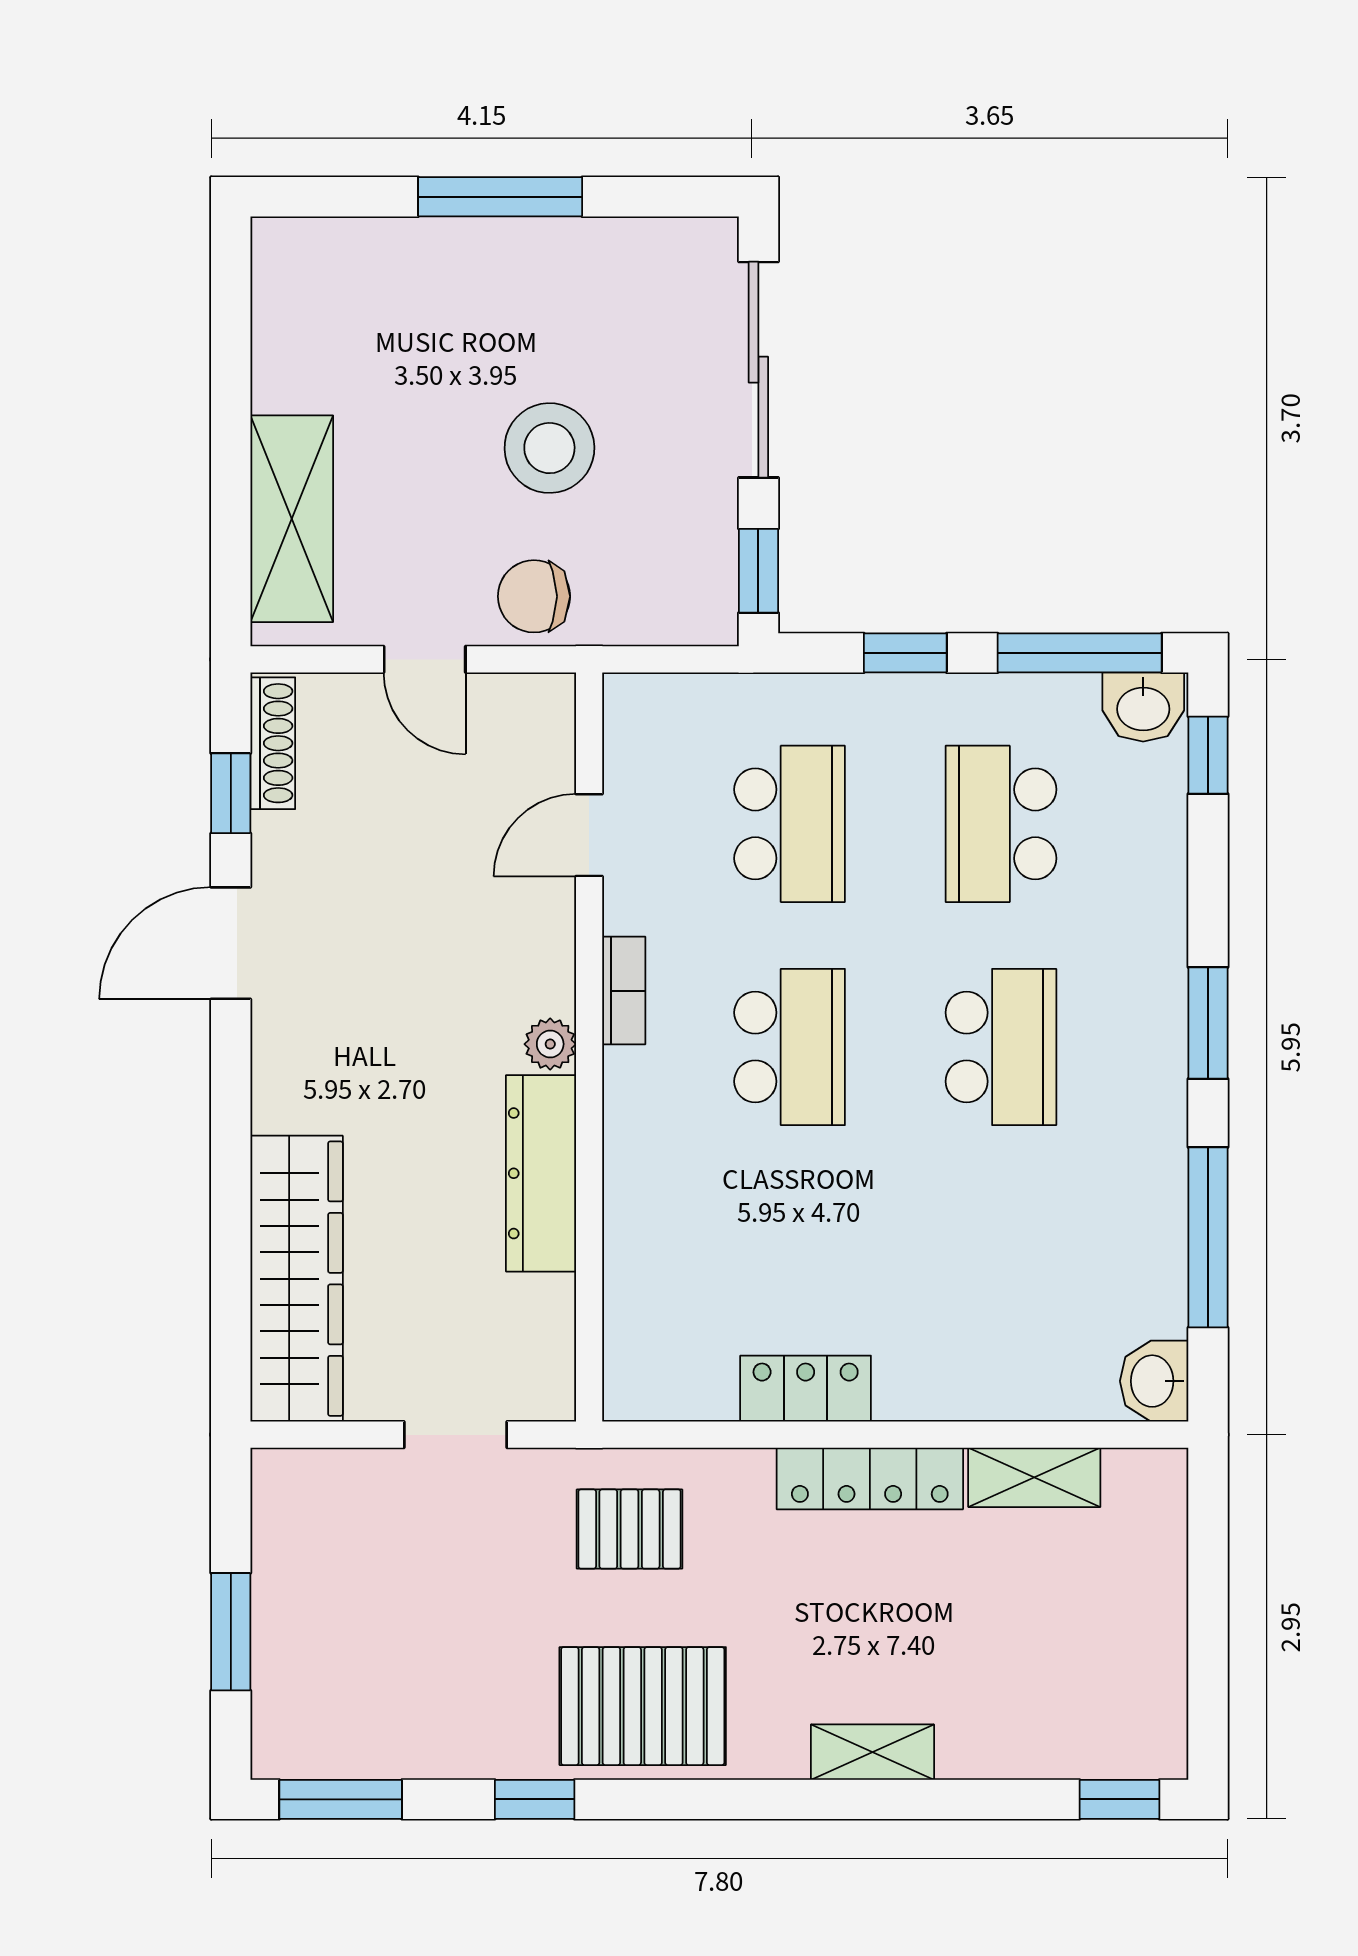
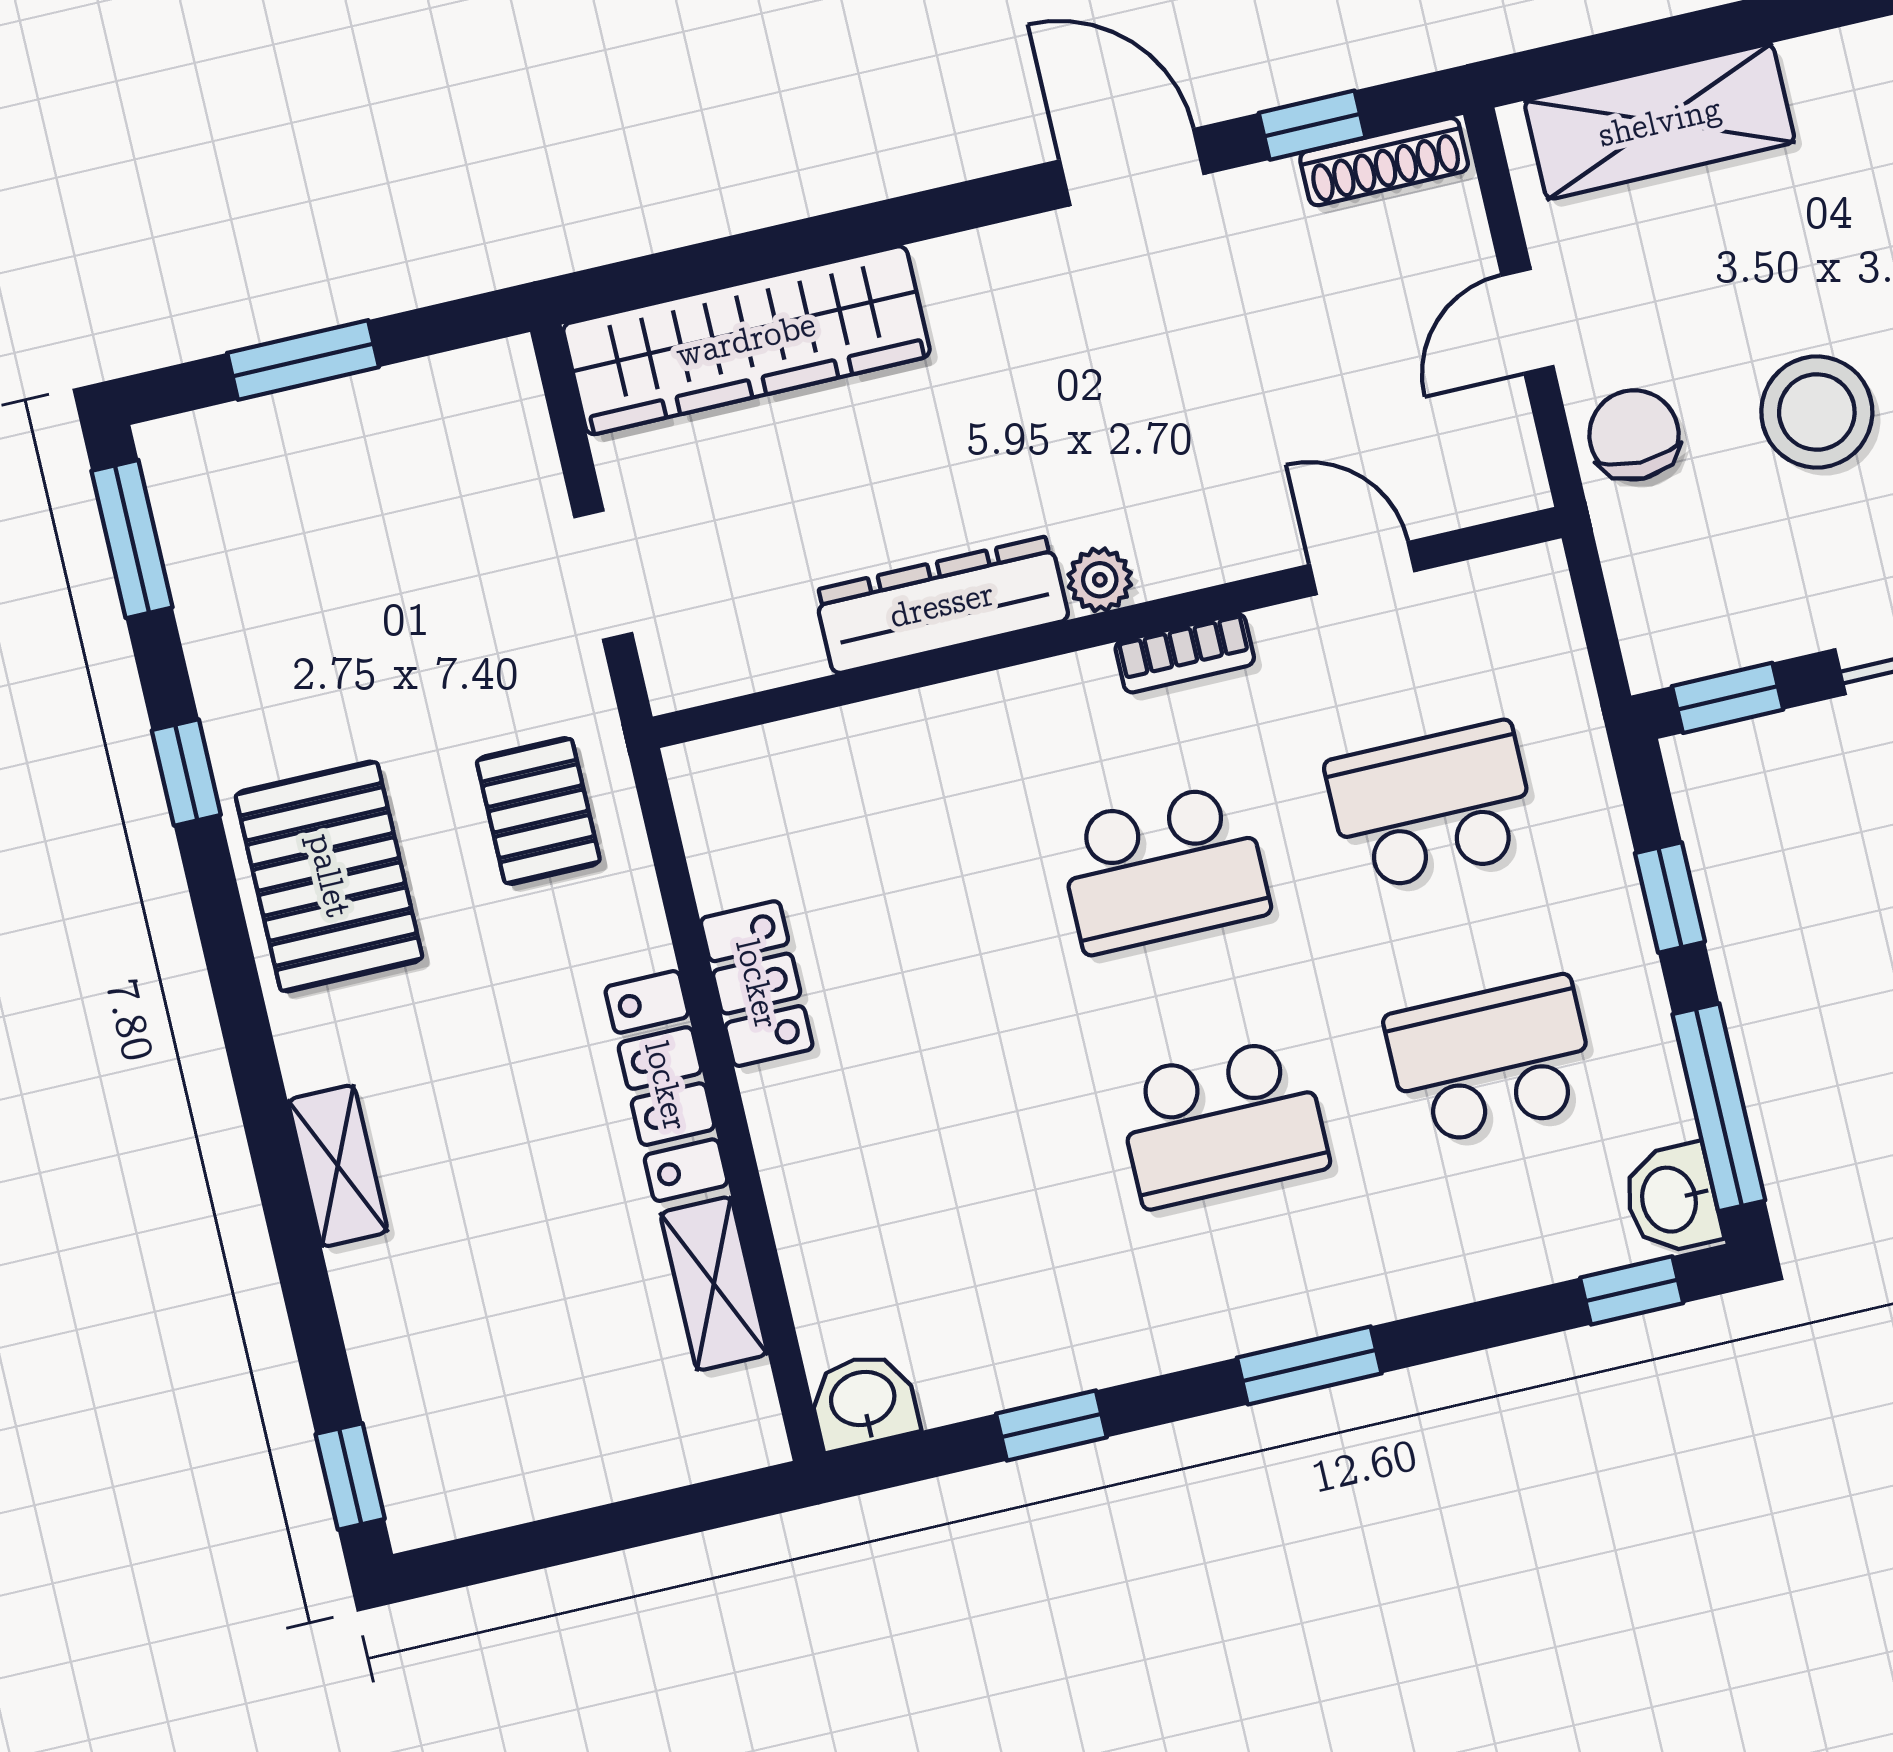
school desk: (790, 824) -> (1432, 806), turned 180
window: (1208, 1237) -> (1051, 1425), width x0.46

